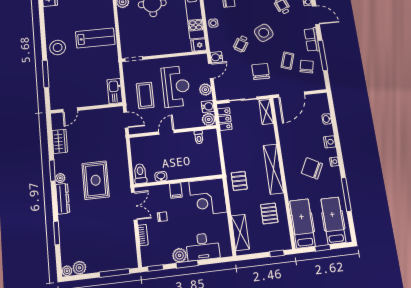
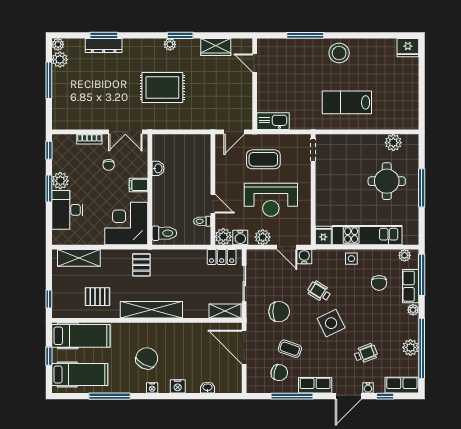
lab bench: (95, 38) -> (347, 102), turned 90
door: (166, 132) -> (213, 204), moved
toilet: (140, 174) -> (164, 233), moved
pallet: (239, 181) -> (141, 265), turned 90
dresser: (63, 199) -> (104, 45), moved
window: (115, 273) -> (49, 80), moved

